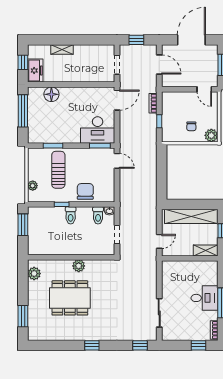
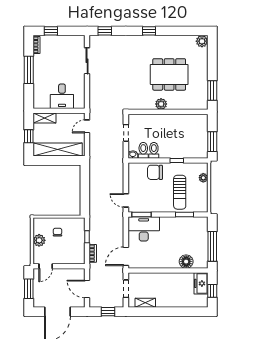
shelving: (62, 50) -> (145, 303), moved
door: (204, 89) -> (46, 266), swing flipped
plant: (211, 135) -> (39, 240), moved
chair: (85, 191) -> (155, 172), turned 90
toilet: (71, 215) -> (154, 150), moved
plant: (34, 274) -> (202, 41), moved
desk: (205, 298) -> (62, 96), moved, turned -90
window: (23, 316) -> (212, 91), moved

